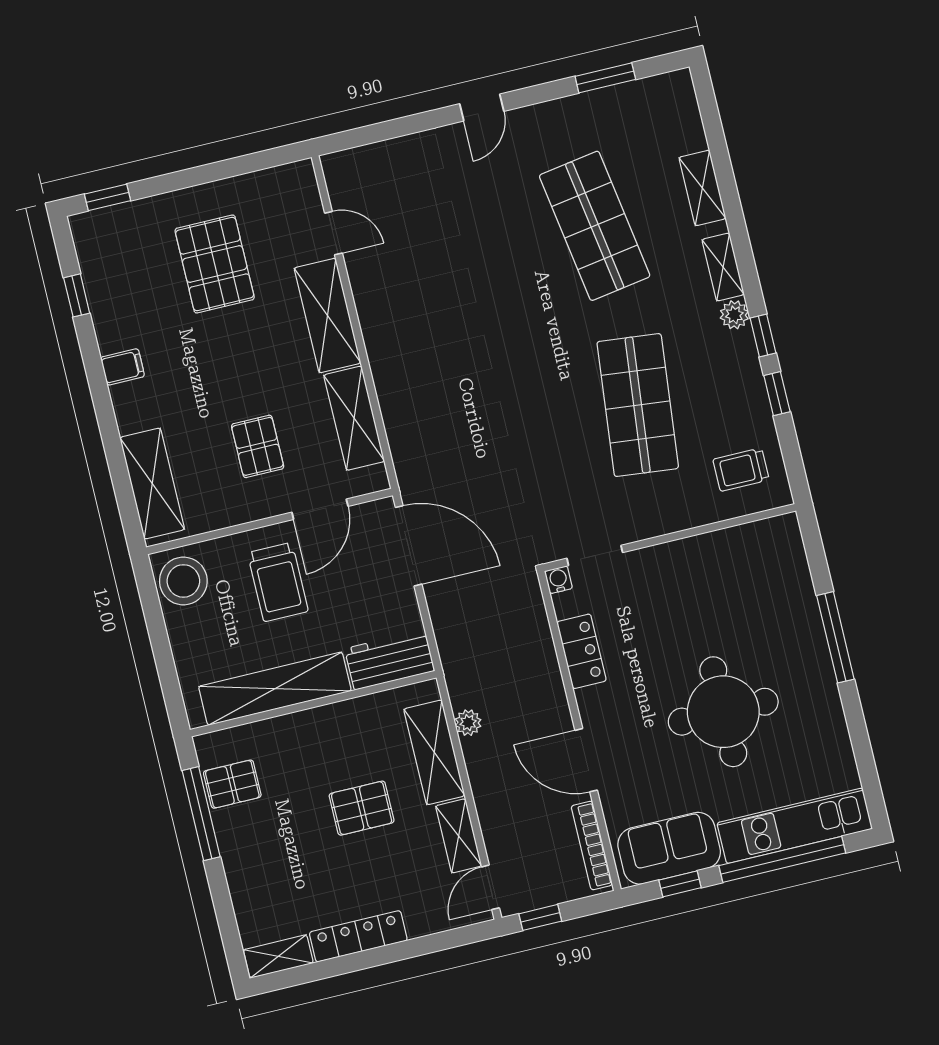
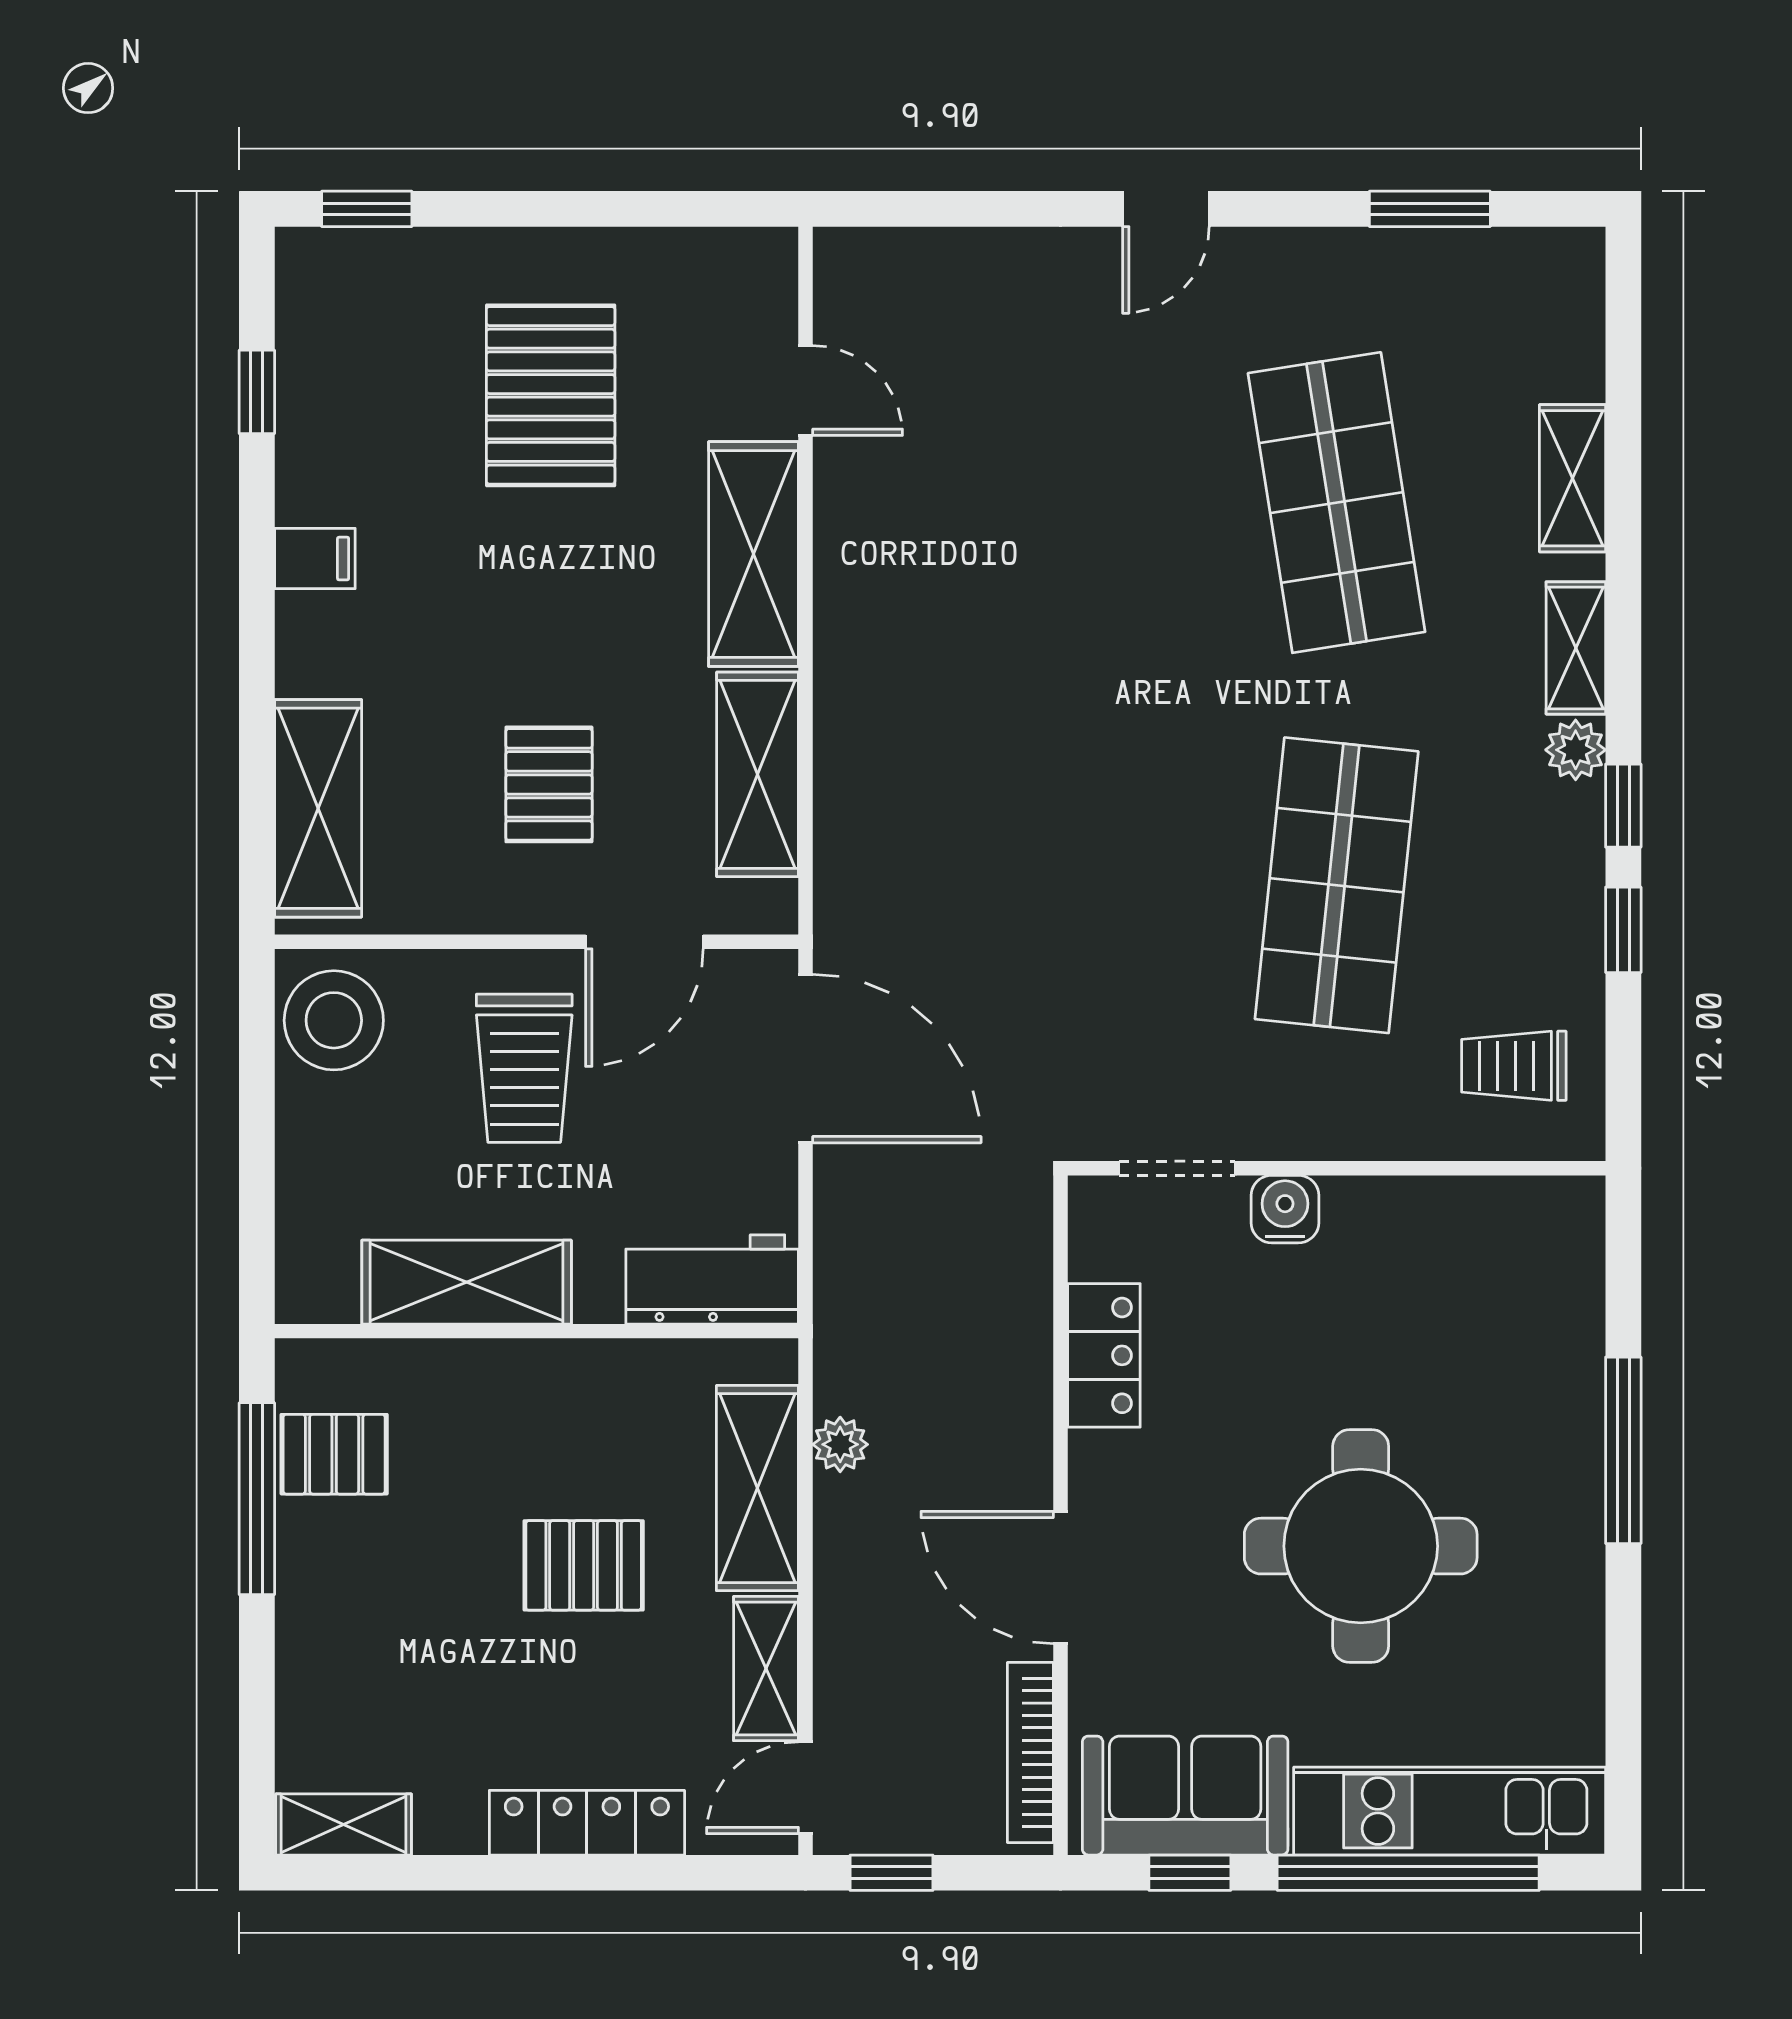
water cooler: (558, 580) -> (1285, 1209), moved, width x1.38, depth x1.38
shelving: (275, 689) -> (467, 1282), width x0.68
locker: (358, 936) -> (587, 1823), moved

